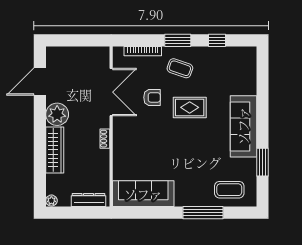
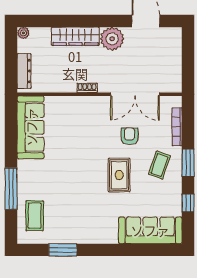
armchair: (152, 97) -> (129, 136), turned 180
sofa: (243, 126) -> (150, 230), moved

